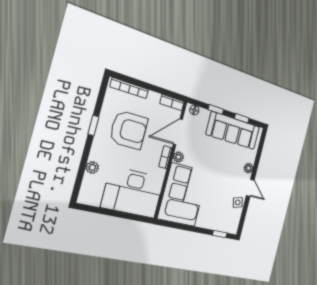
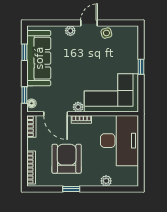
window: (216, 109) -> (24, 95), moved
window: (220, 234) -> (141, 67), moved

